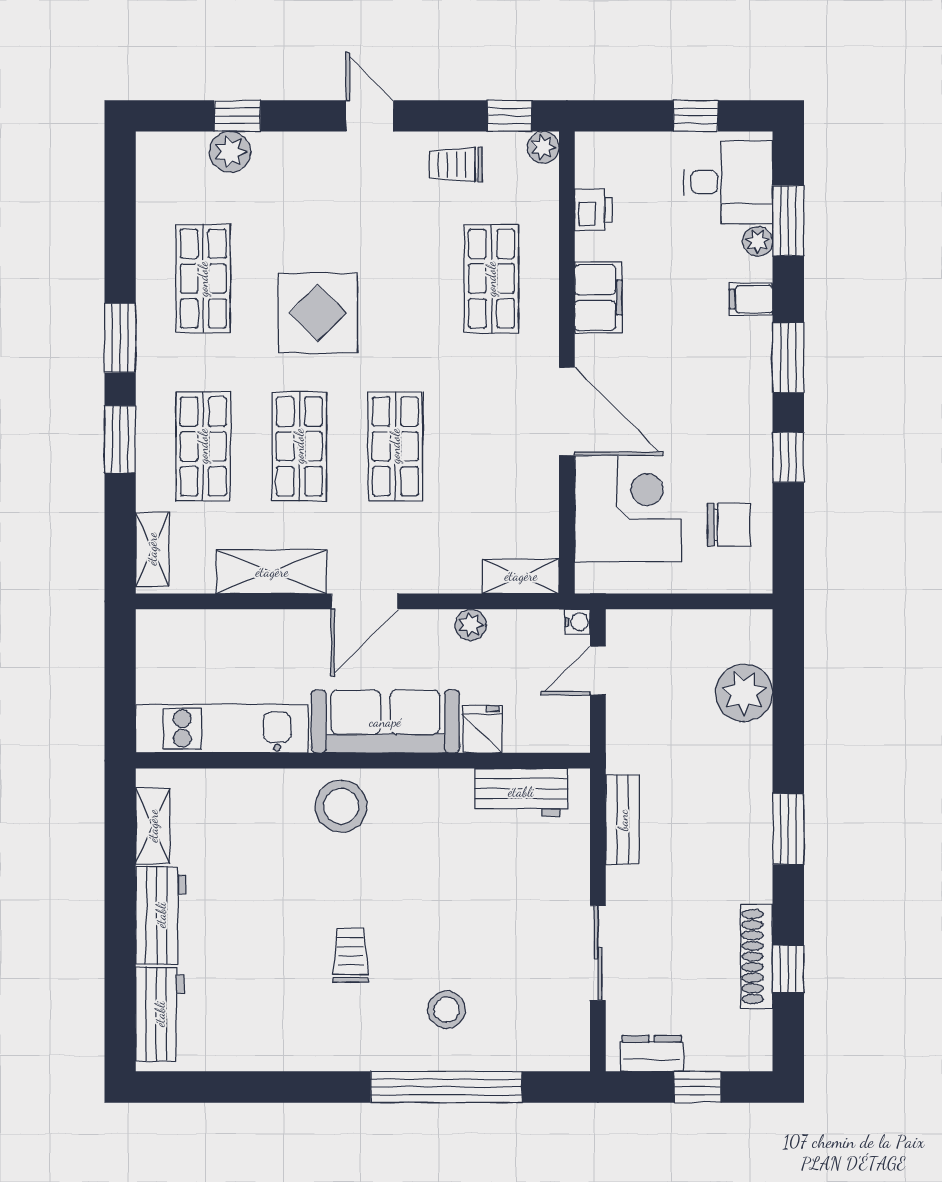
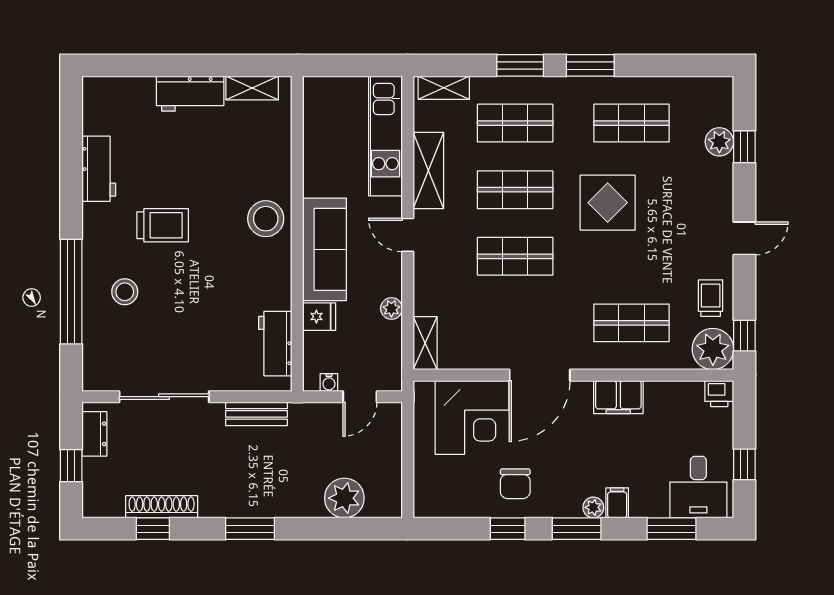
plant: (543, 147) -> (713, 349), width x1.88, depth x1.88
printer: (593, 210) -> (719, 394), moved
plant: (758, 241) -> (593, 507), moved
chair: (729, 525) -> (515, 484), moved
door: (364, 601) -> (408, 235), width x0.73
water cooler: (577, 622) -> (329, 382), moved
door: (598, 670) -> (360, 397), swing flipped
kitchen unit: (222, 729) -> (385, 136), moved, turned 180
sliding door: (598, 953) -> (164, 397), width x1.37
trolley: (351, 955) -> (163, 225), width x1.36, depth x1.39
workbench: (160, 1014) -> (99, 169), moved, turned -90

